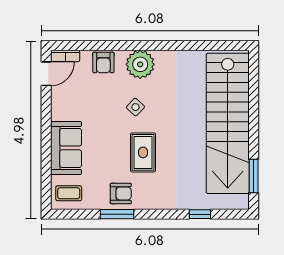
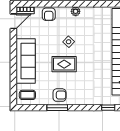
plant: (140, 64) -> (76, 11), width x0.53, depth x0.53
sofa: (66, 148) -> (26, 61), width x1.36
rug: (143, 152) -> (64, 64), moved, turned 90

